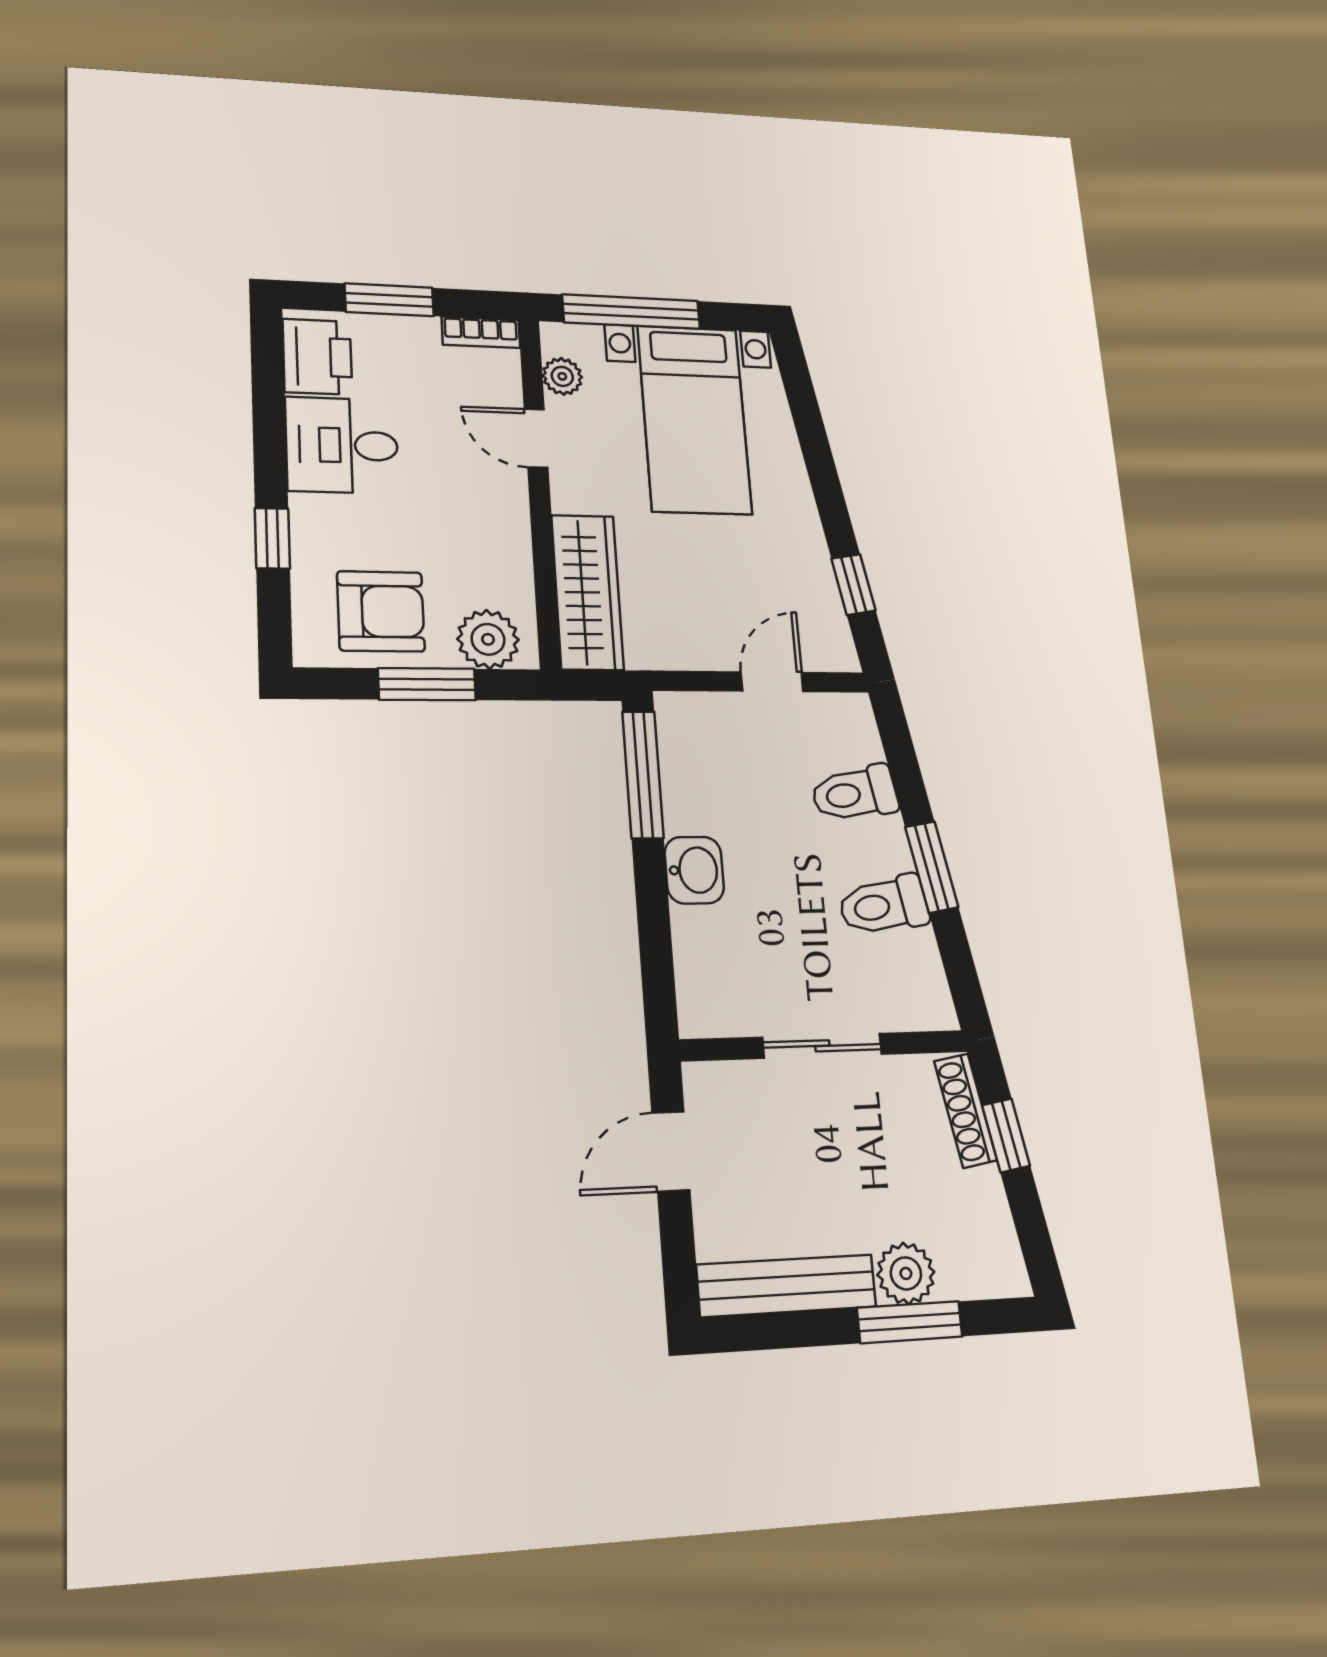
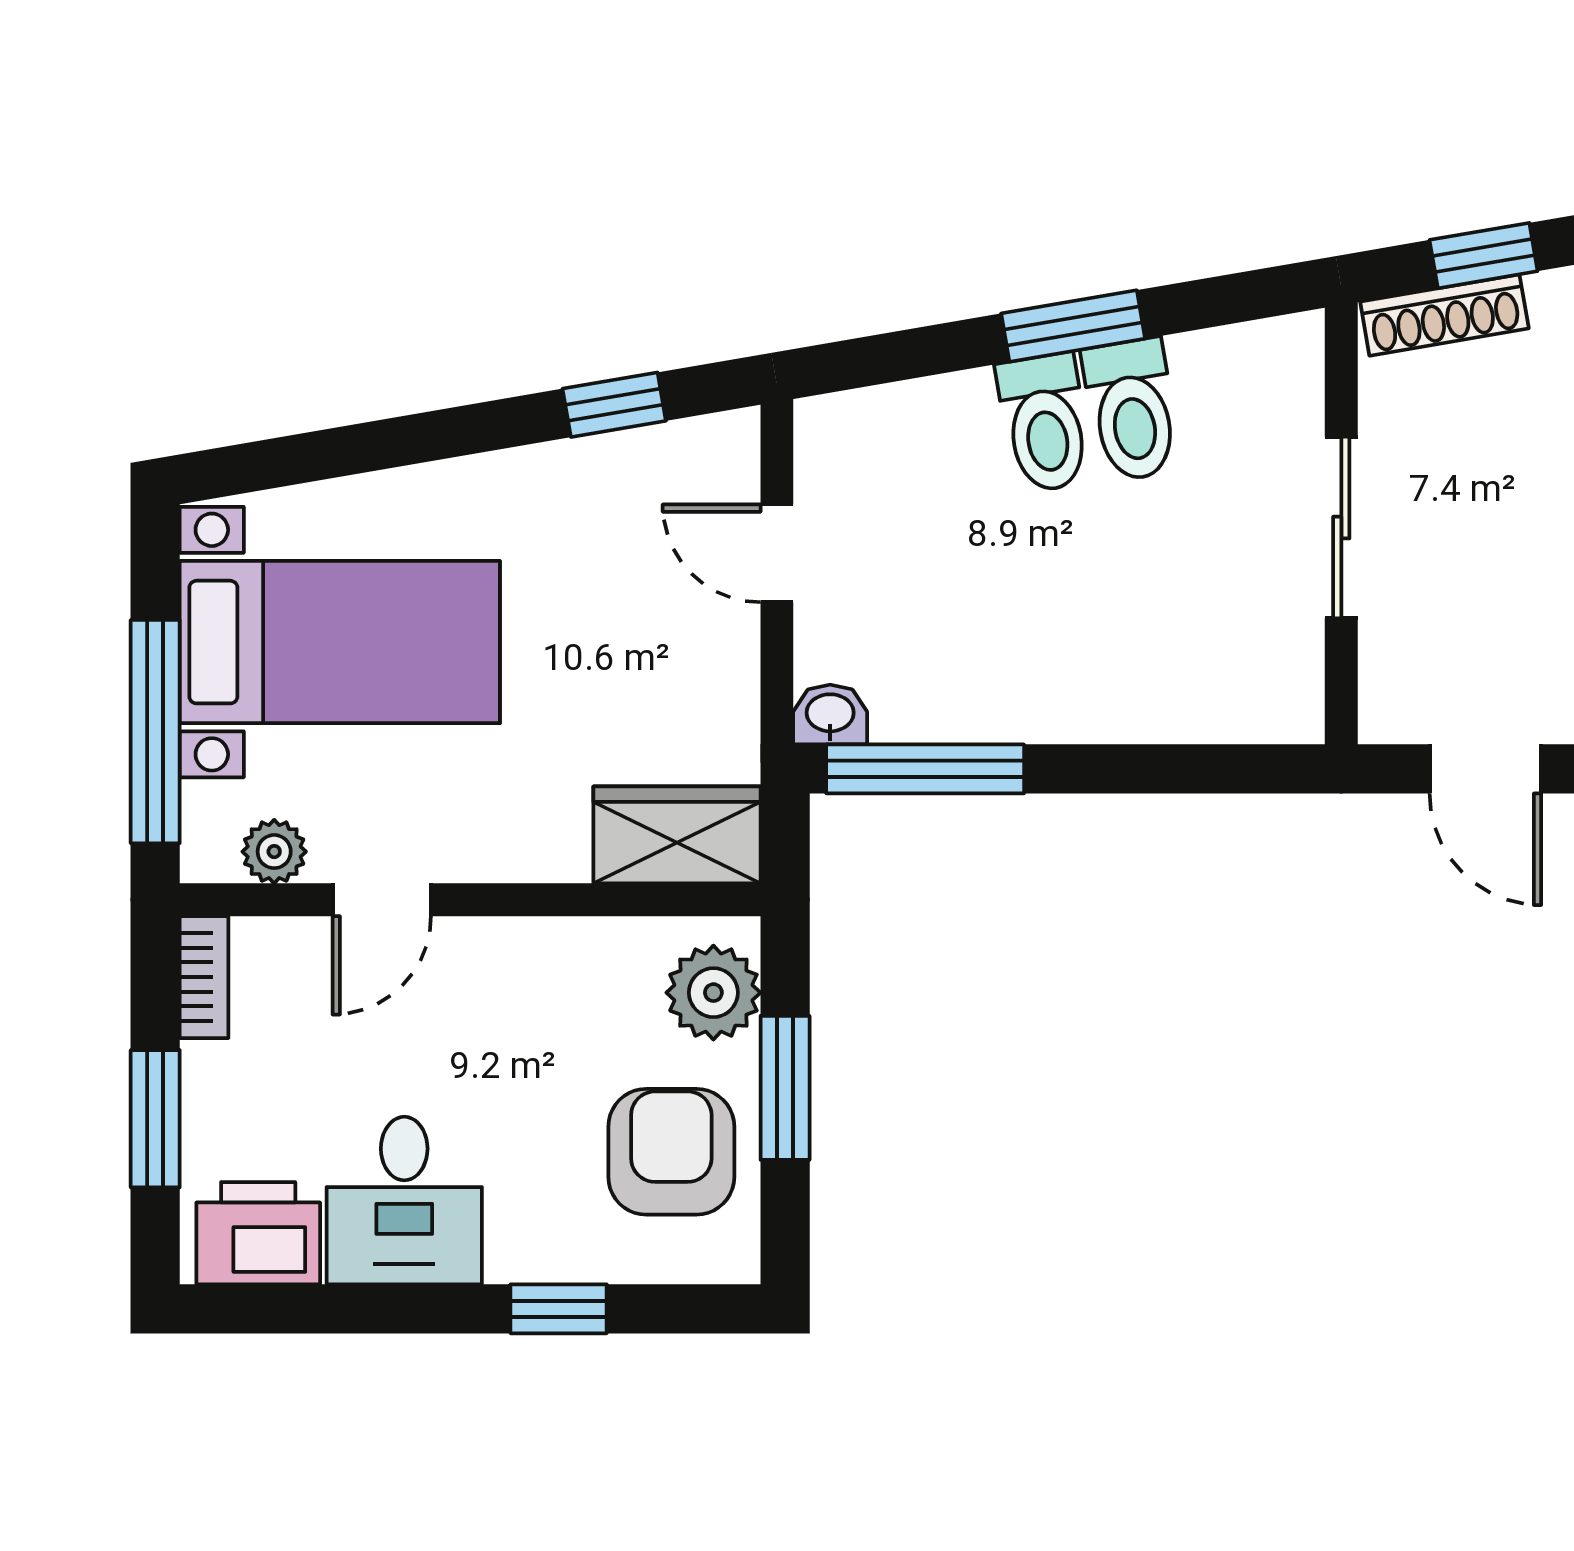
wardrobe: (587, 592) -> (677, 835), width x0.67
toilet: (855, 794) -> (1045, 423), moved
washbasin: (694, 870) -> (830, 715), moved, width x0.72, depth x0.69

